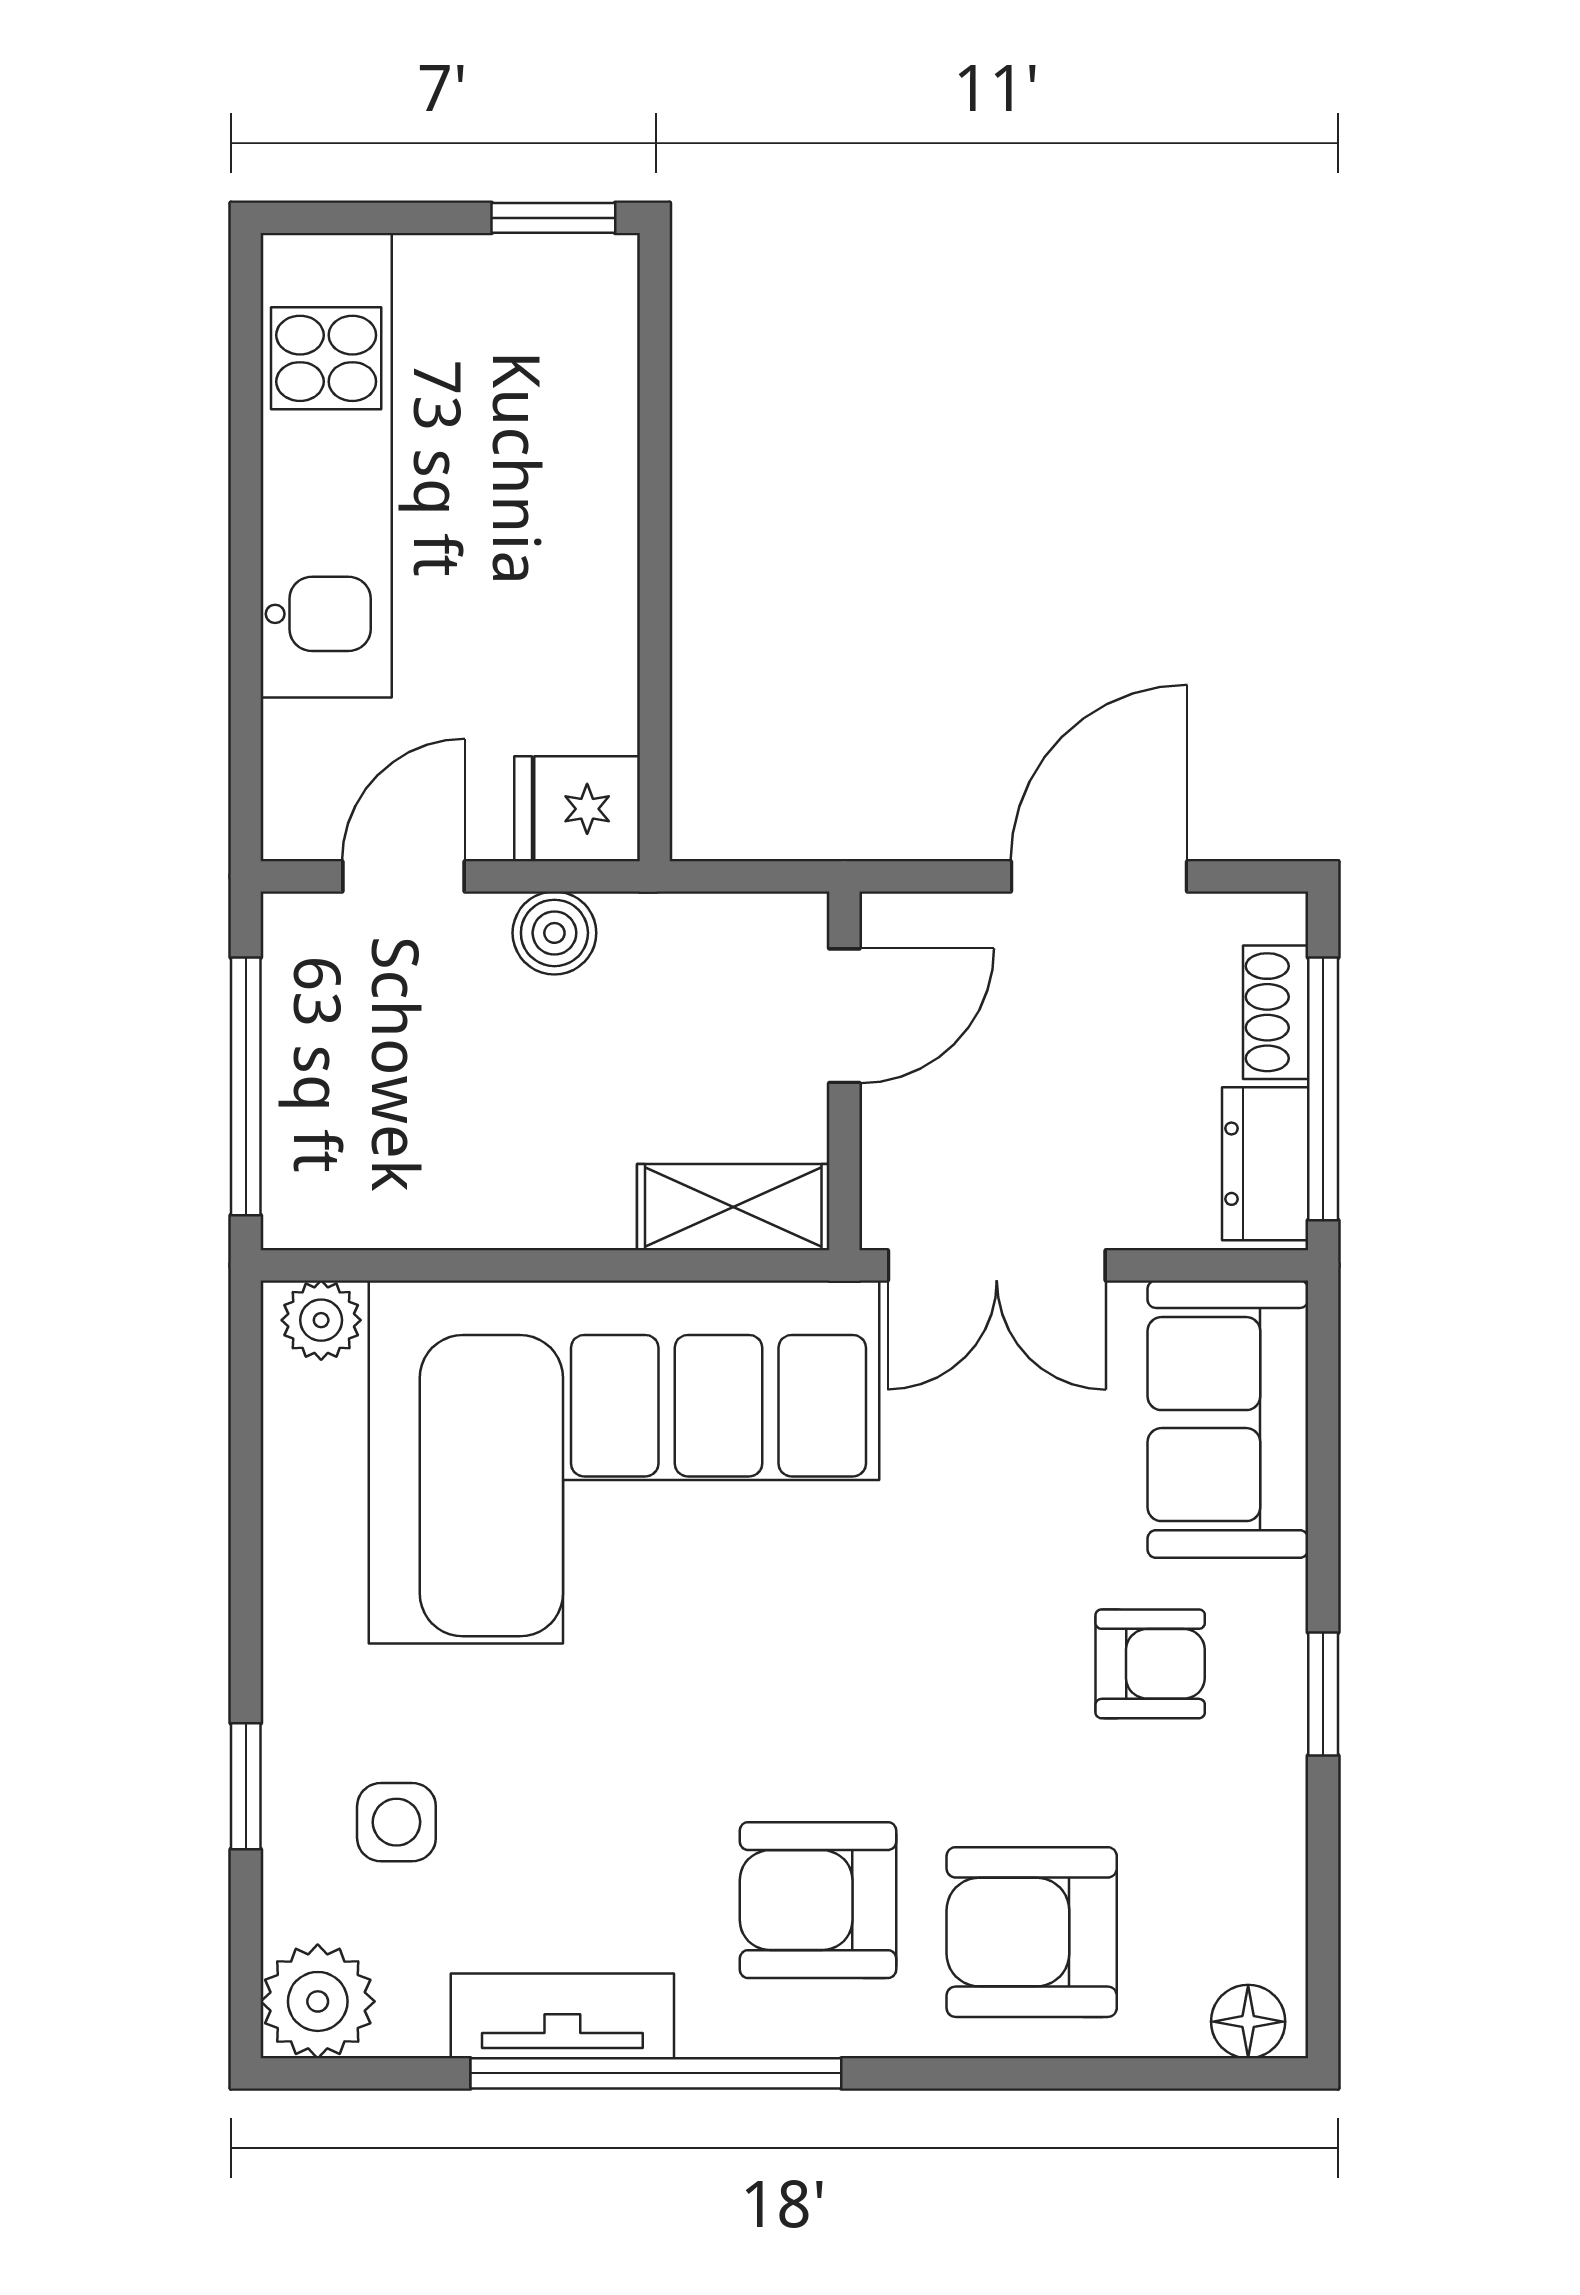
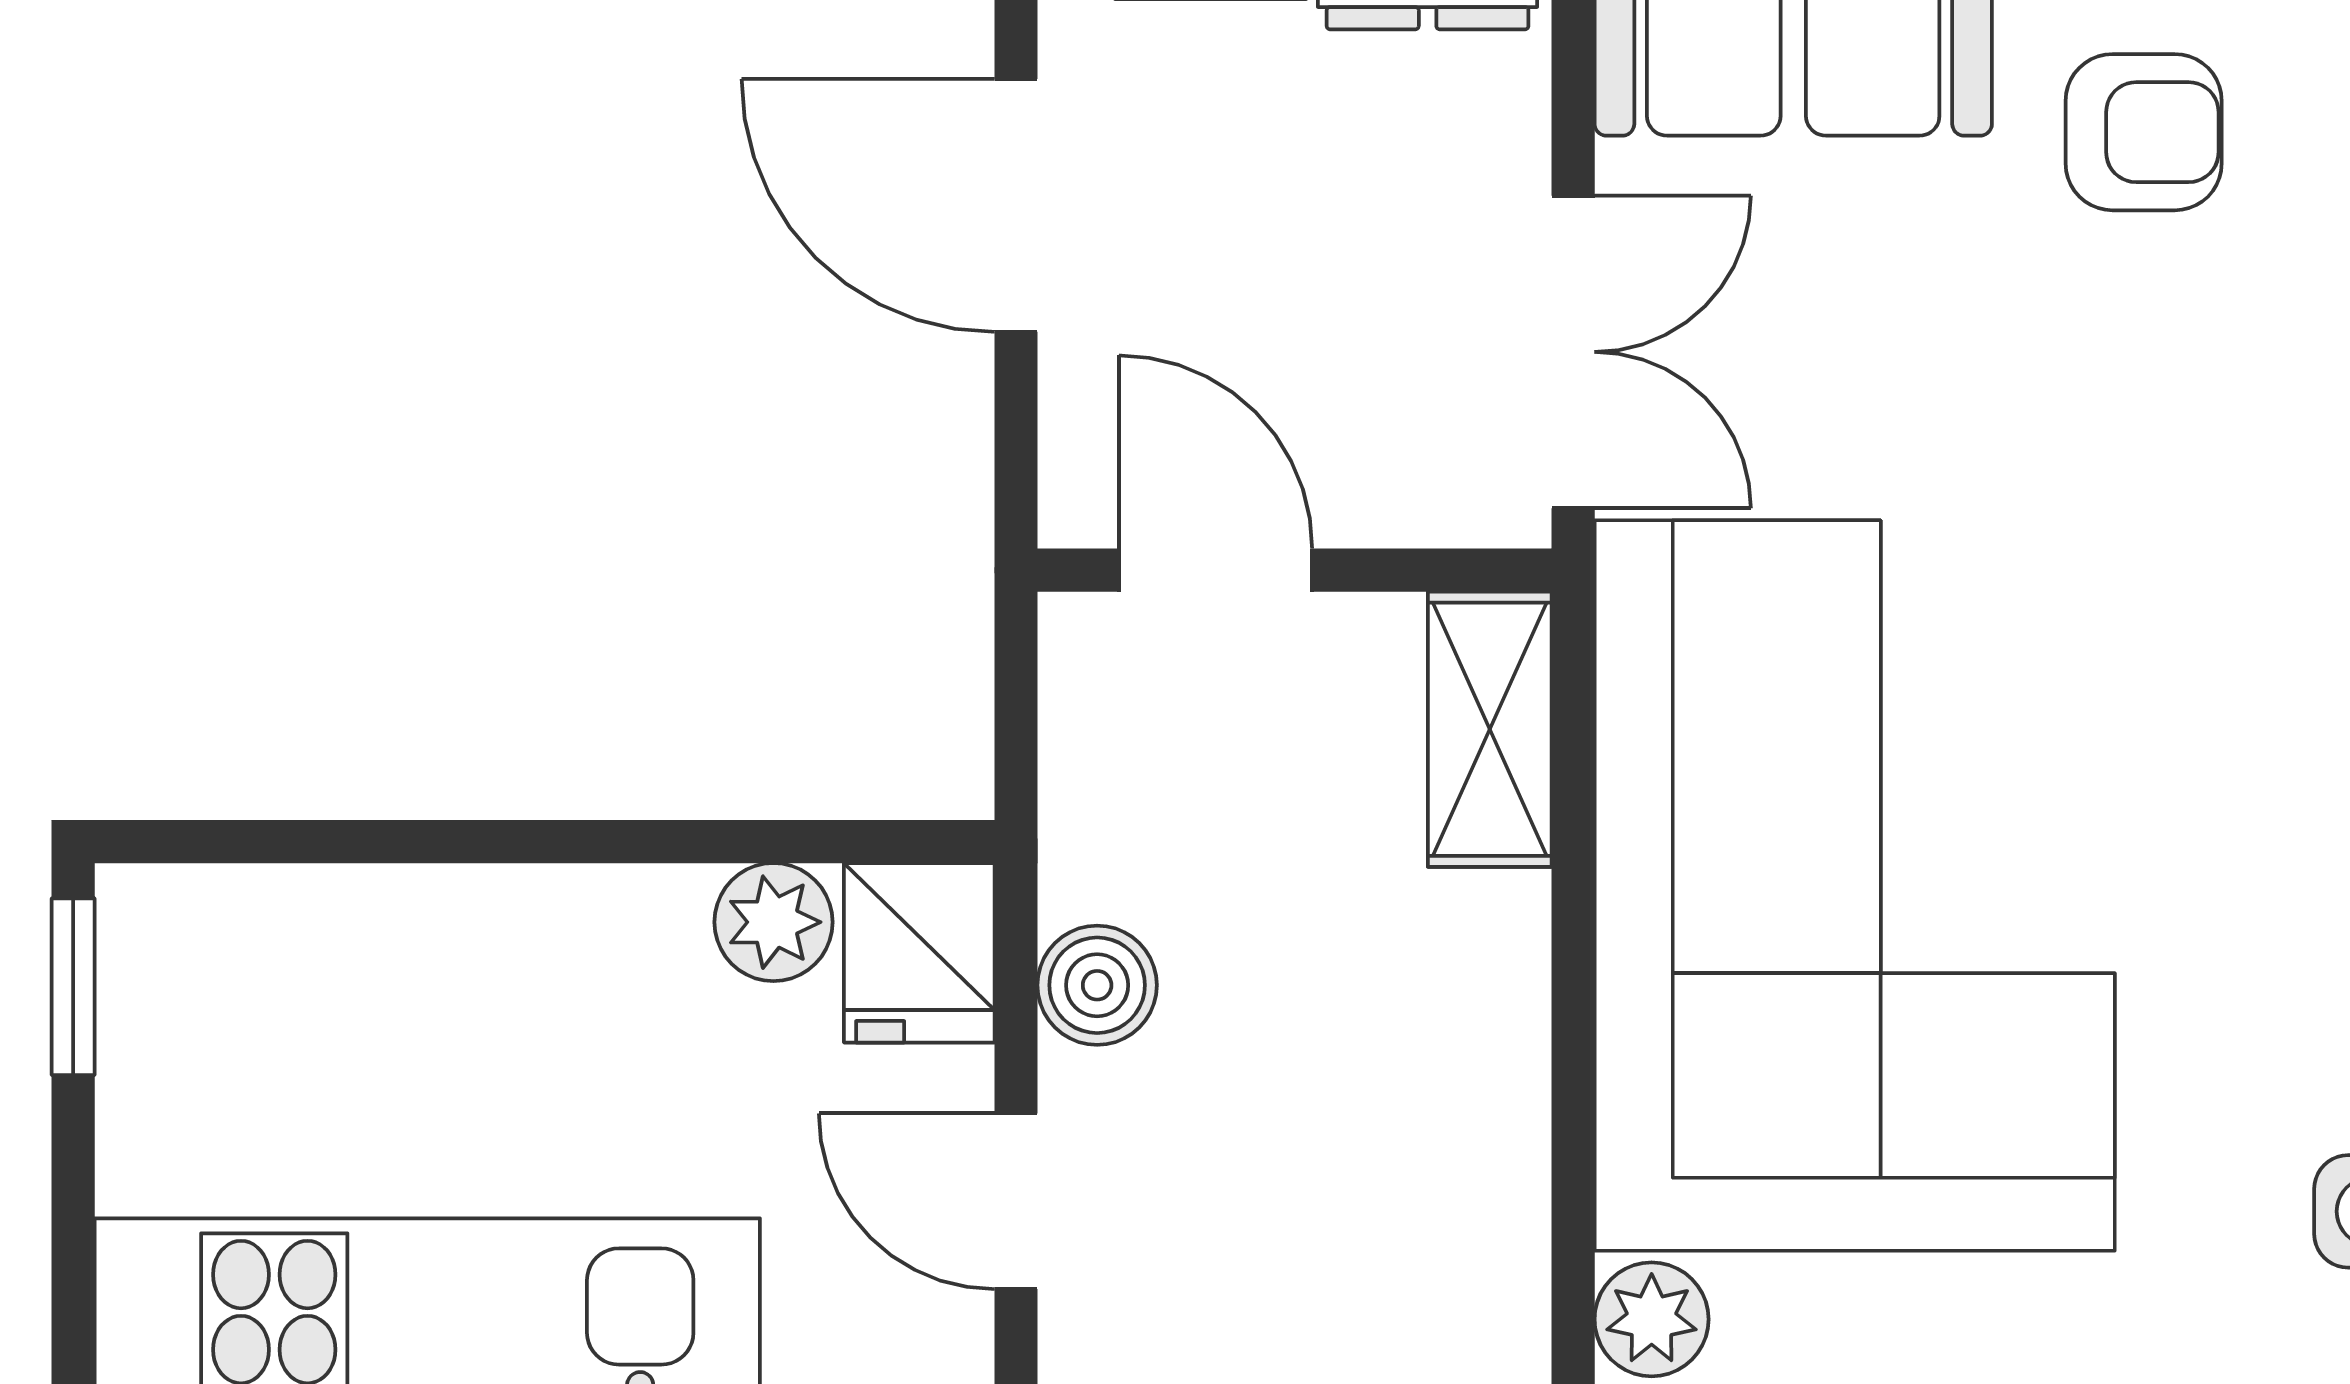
plant: (599, 707) -> (773, 922), added
armchair: (1150, 1664) -> (2144, 132), turned 90

